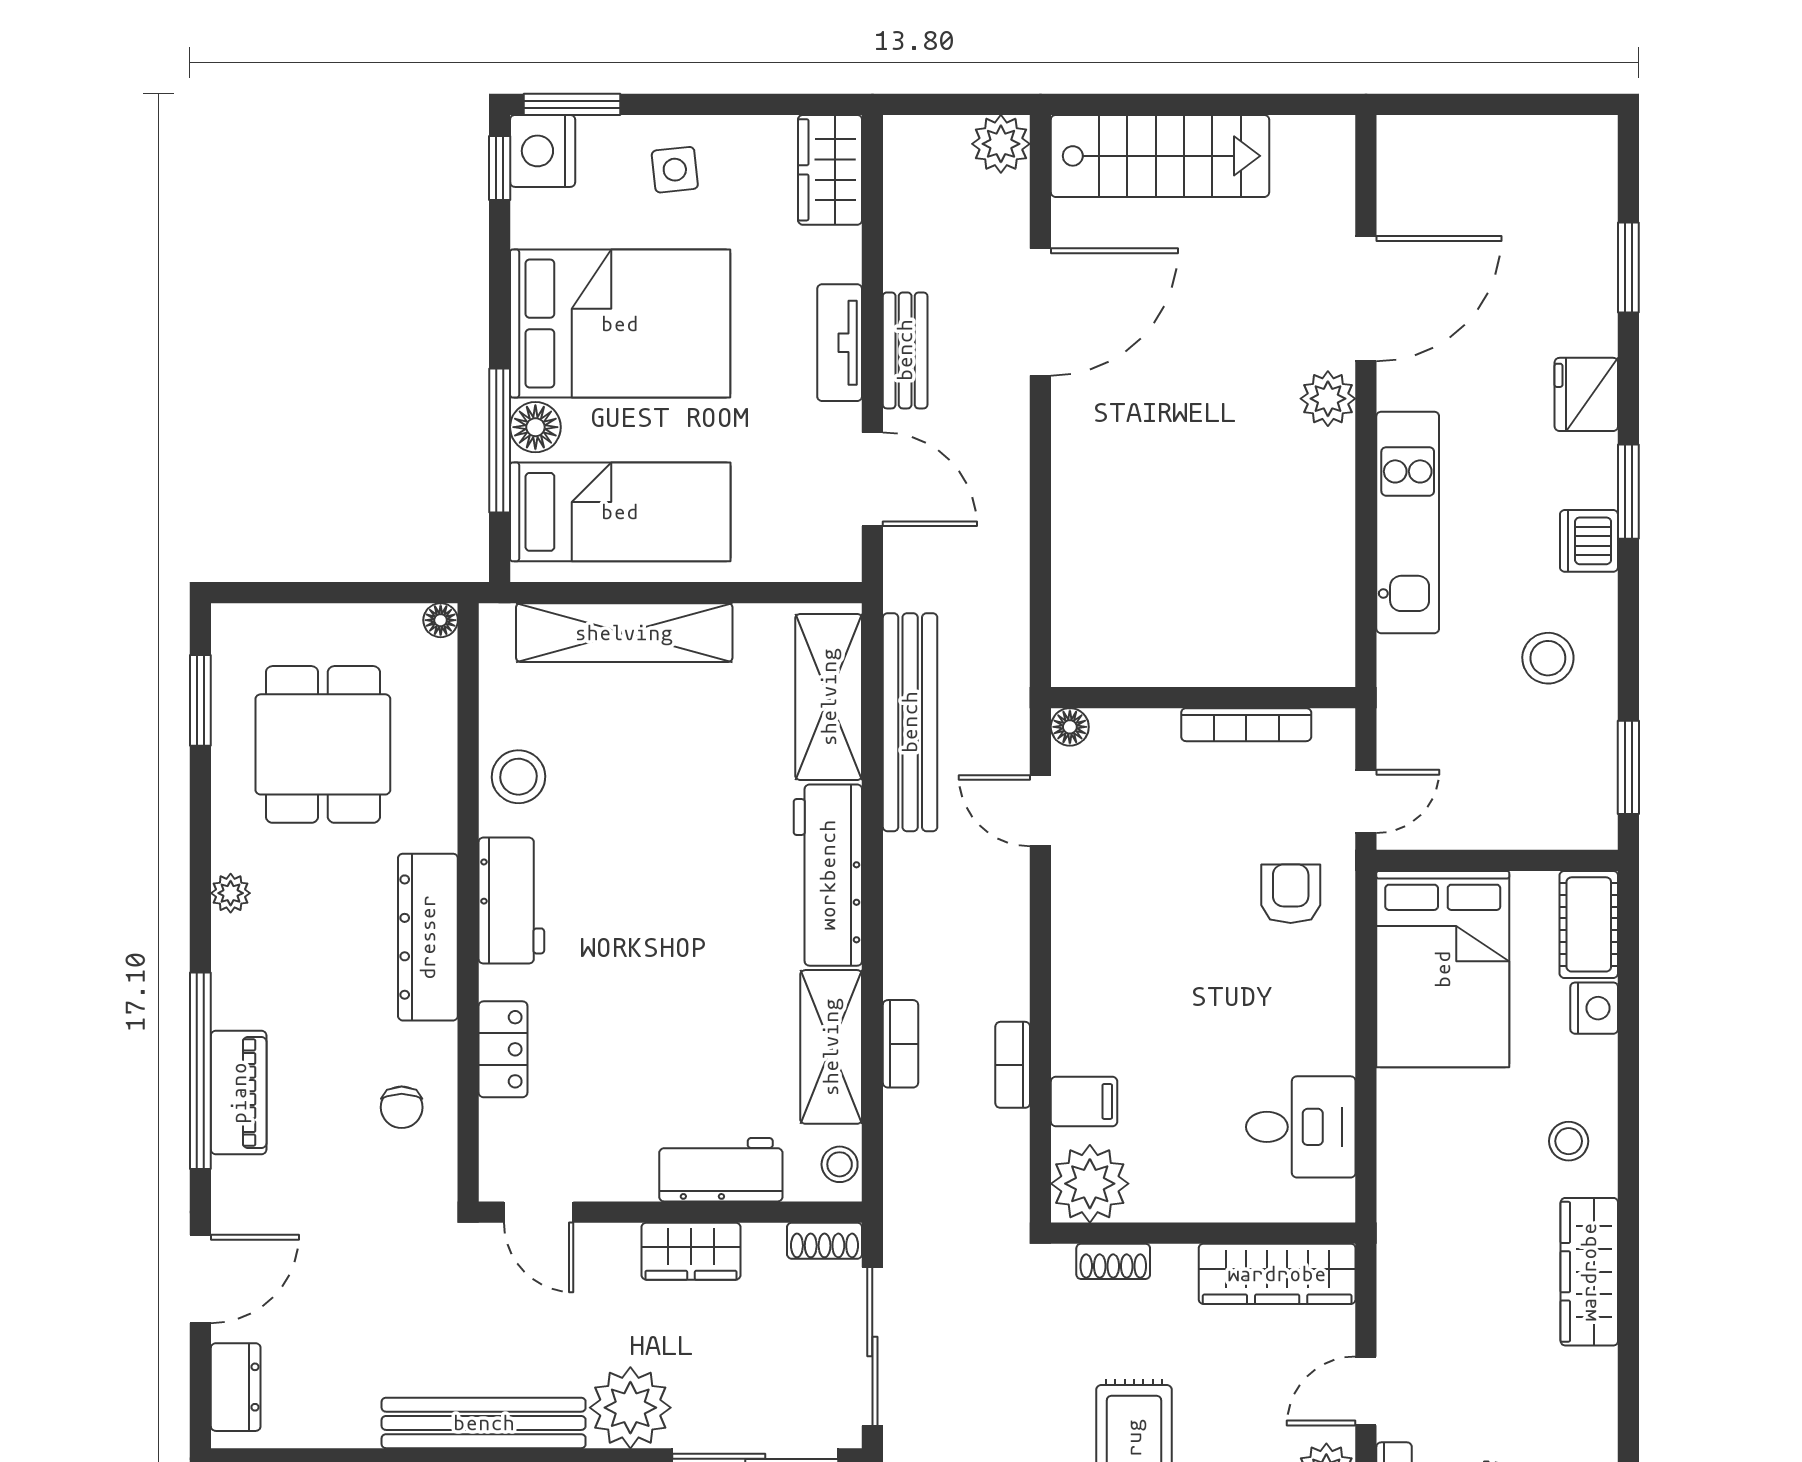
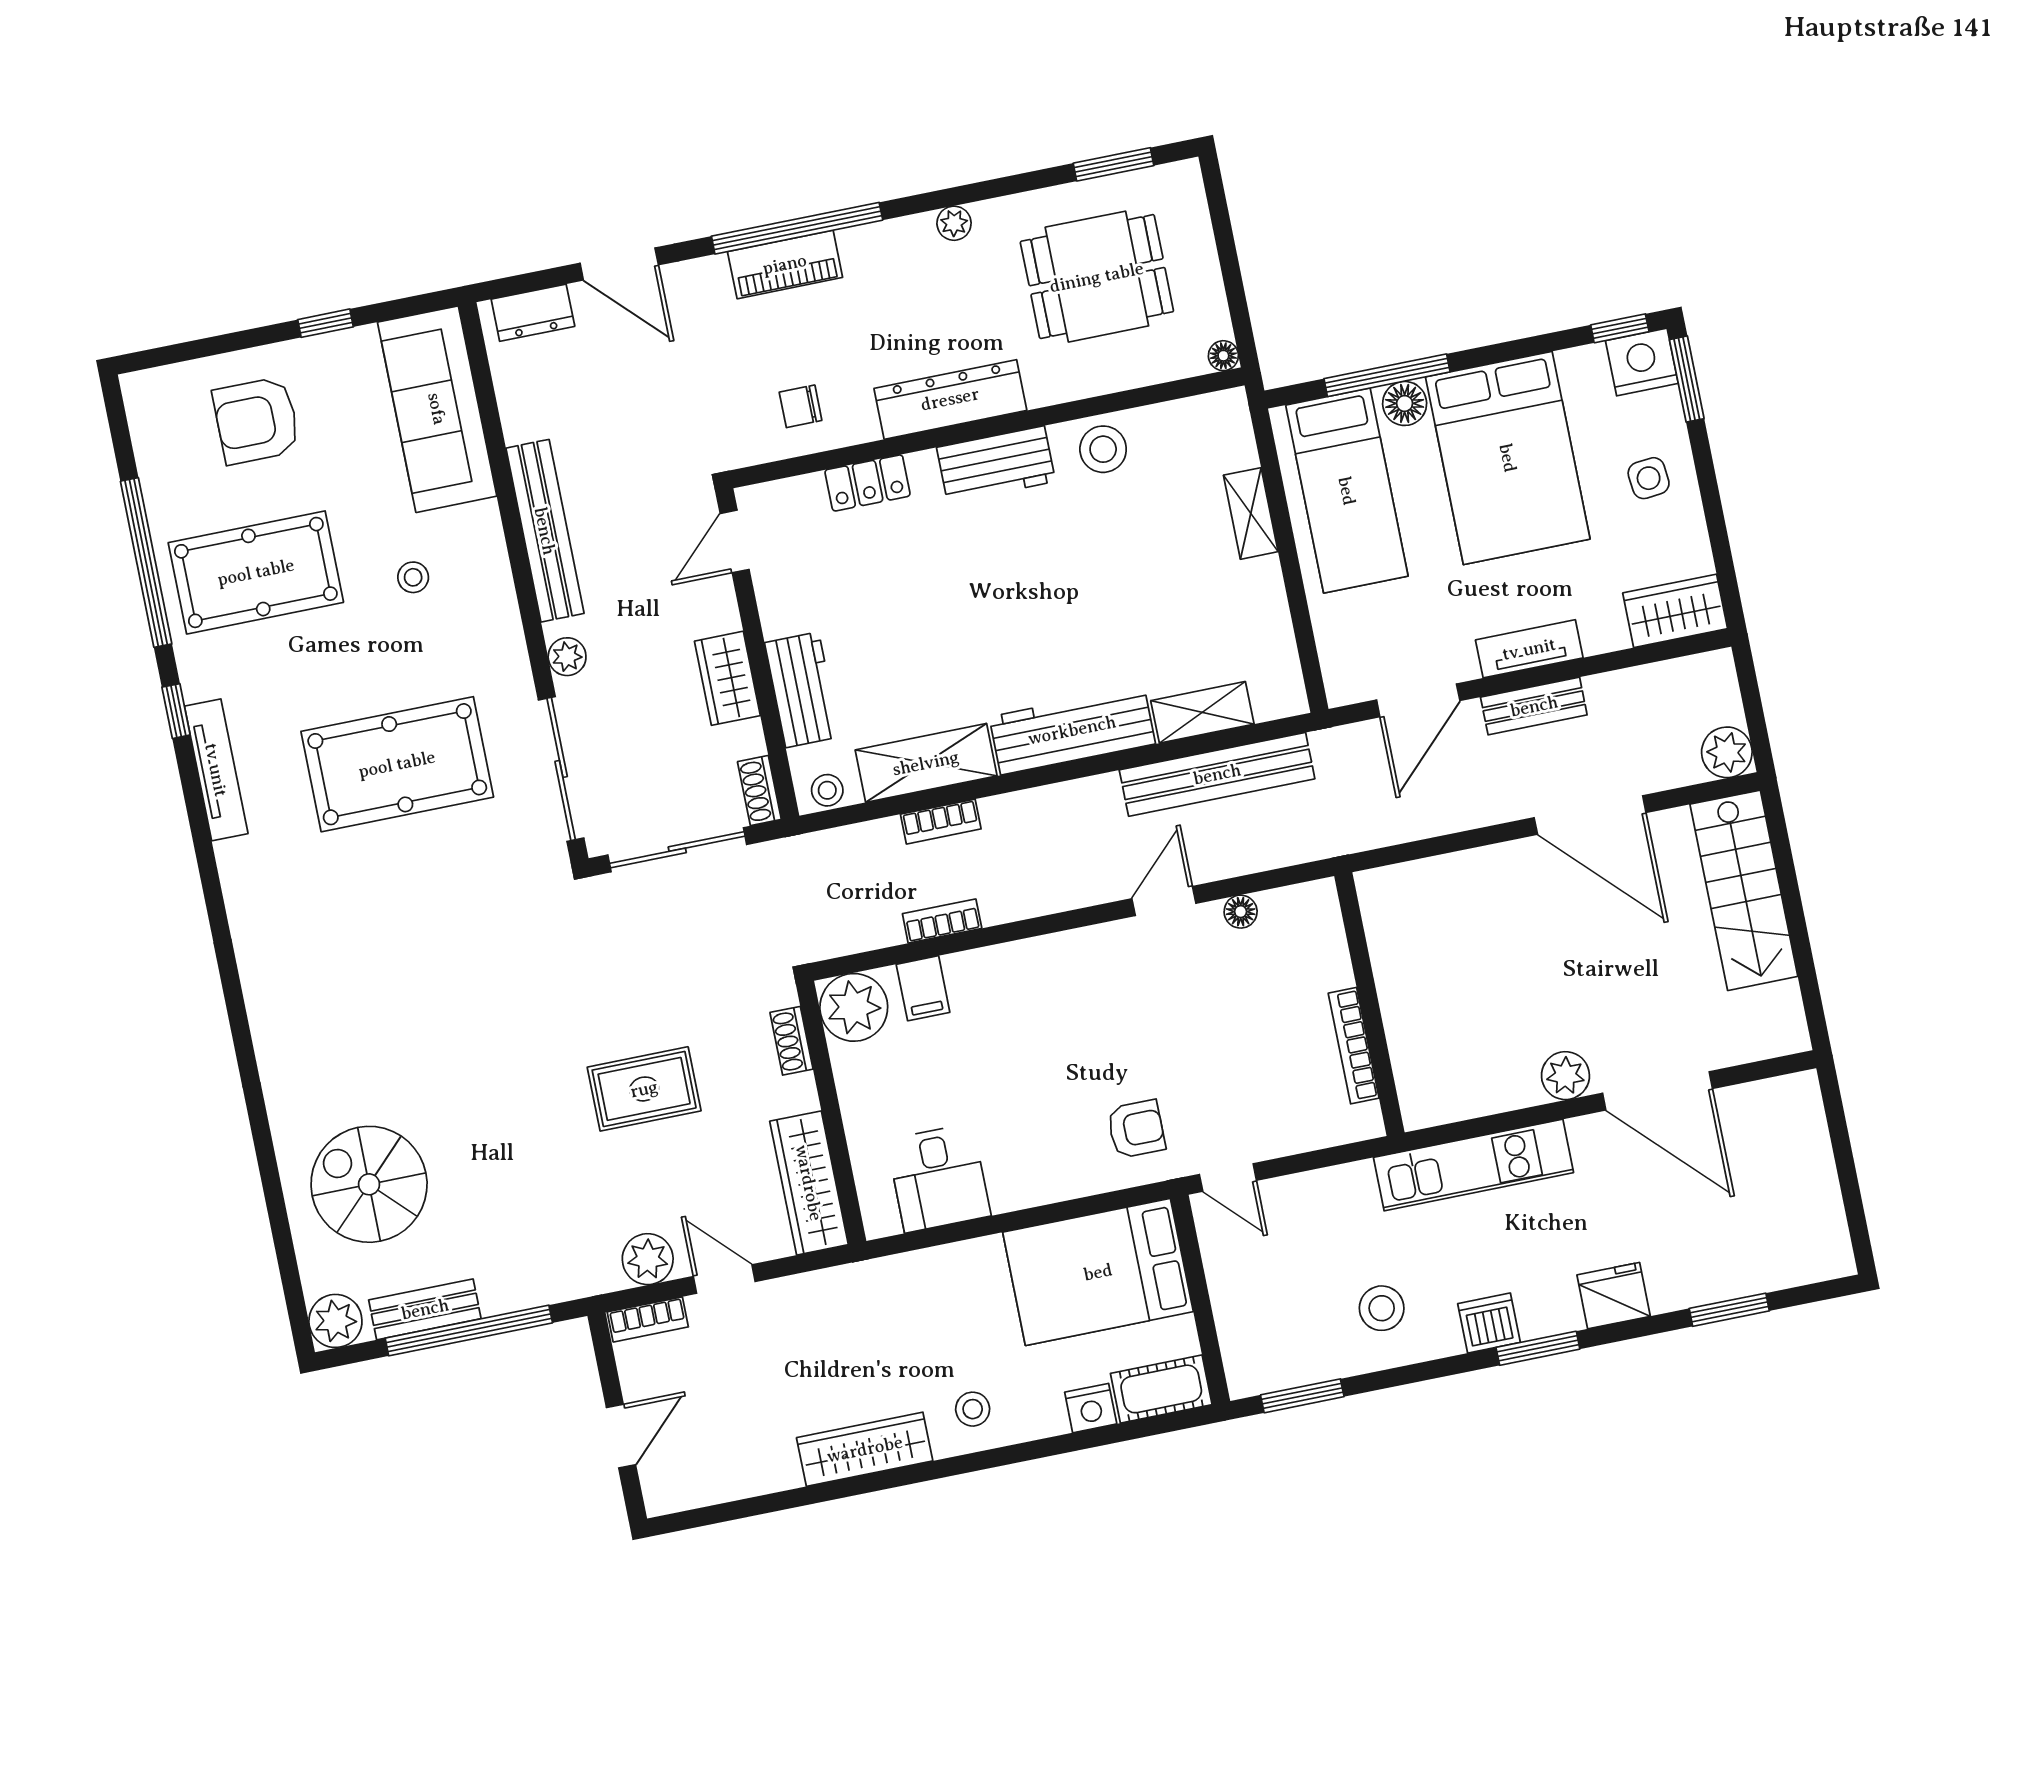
shelving: (624, 633) -> (1251, 513), width x0.45, depth x0.75
shelving: (829, 697) -> (1202, 712), width x0.67, depth x0.75
wall: (1203, 698) -> (1369, 1004), moved
bookcase: (1246, 725) -> (1354, 1046), moved
plant: (630, 1408) -> (567, 657), width x0.53, depth x0.53

